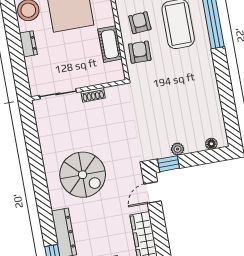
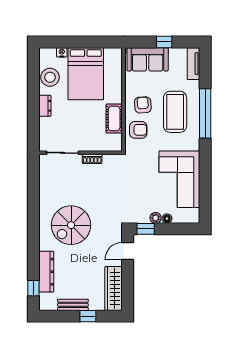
armchair: (140, 52) -> (138, 130), turned 89
corner sofa: (197, 100) -> (179, 179), added
floor lamp: (211, 144) -> (167, 219), moved
spiral stairs: (83, 175) -> (71, 225), turned 90

